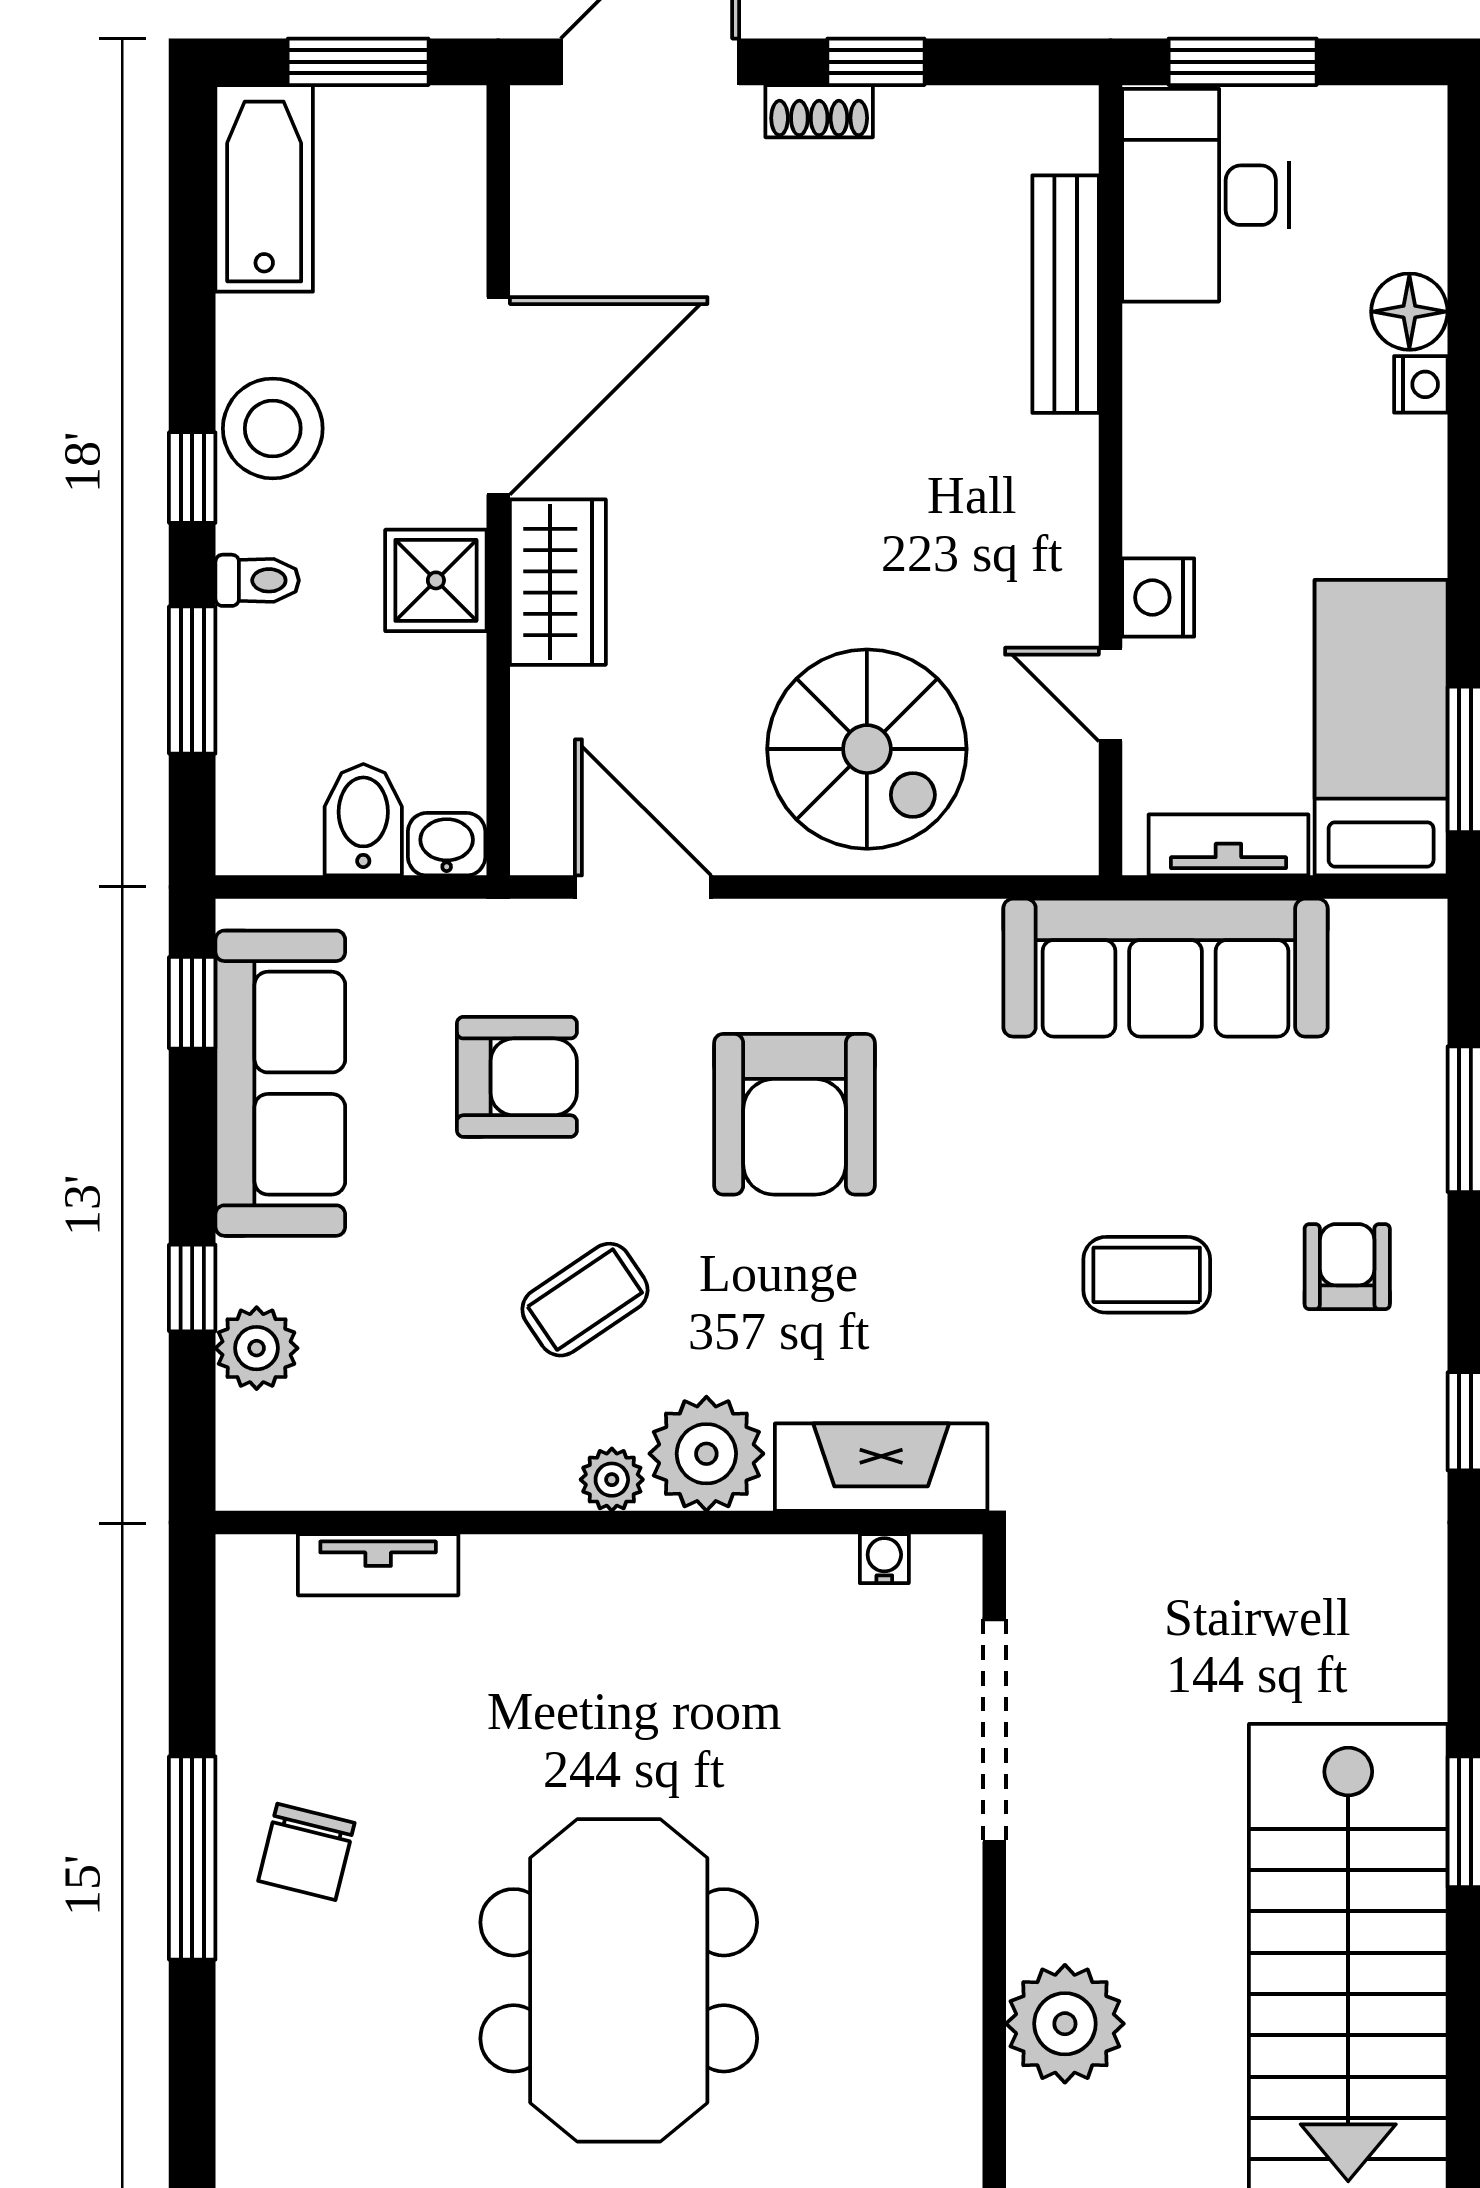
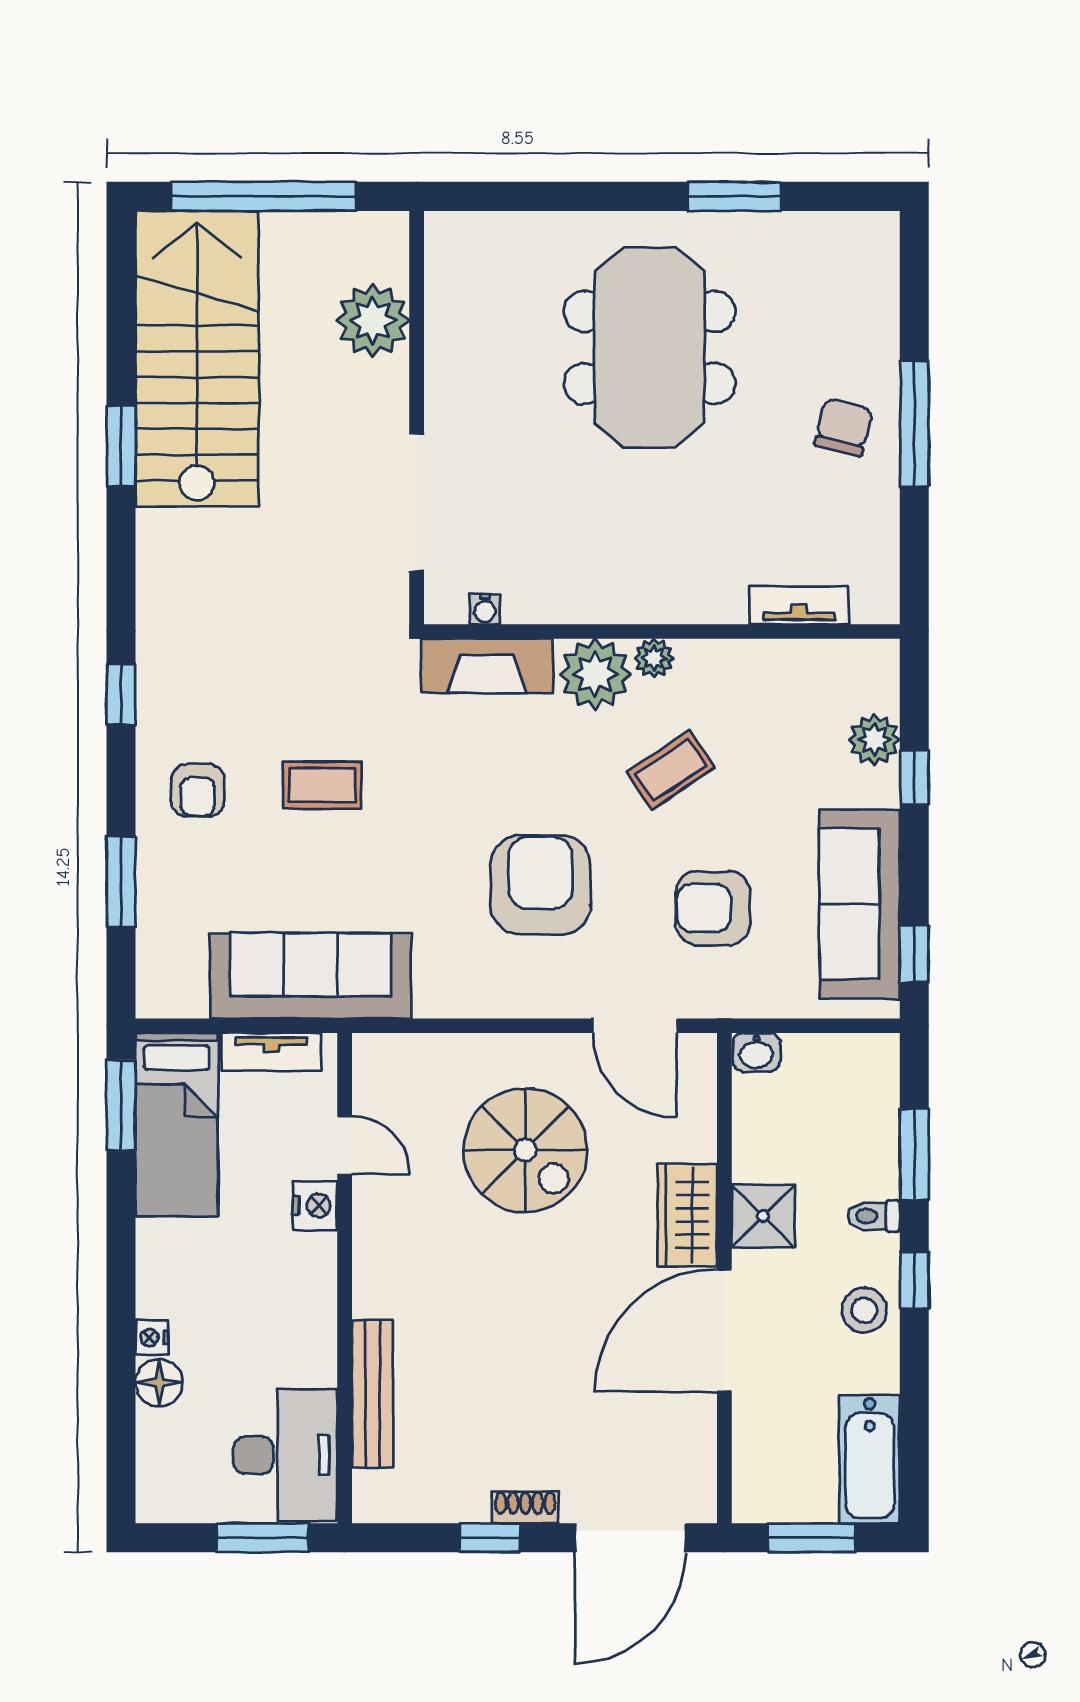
stool: (273, 428) -> (864, 1310), width x0.73, depth x0.73
spiral stairs: (867, 749) -> (525, 1150), moved, turned 180
bidet: (363, 820) -> (808, 1068), removed

